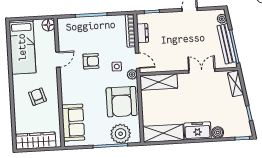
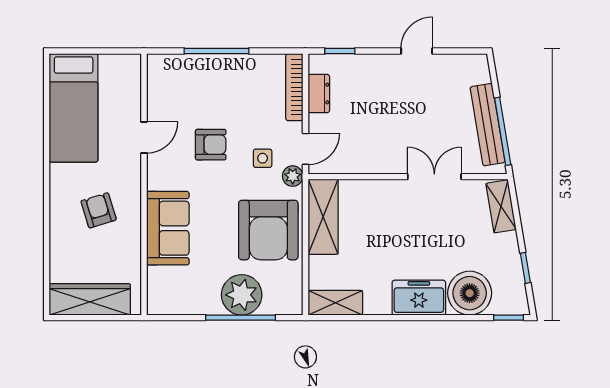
plant: (222, 19) -> (481, 73), removed
floor lamp: (48, 25) -> (129, 66), removed
door: (138, 61) -> (305, 149), hinge flipped
shelving: (159, 82) -> (323, 217), moved, turned 90
sofa: (73, 123) -> (168, 228), moved
boiler: (218, 132) -> (470, 293), width x1.86, depth x1.86
shelving: (163, 133) -> (335, 303), width x0.67, depth x0.75
plant: (121, 134) -> (242, 295), moved

